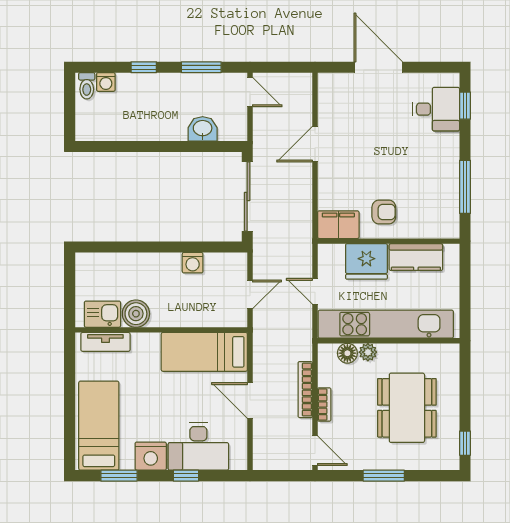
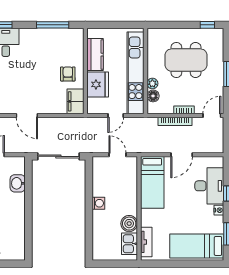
washing machine: (193, 263) -> (98, 203), moved
nightstand: (151, 456) -> (219, 210), width x0.53, depth x0.56

